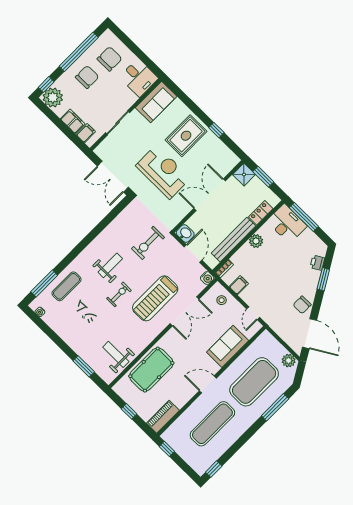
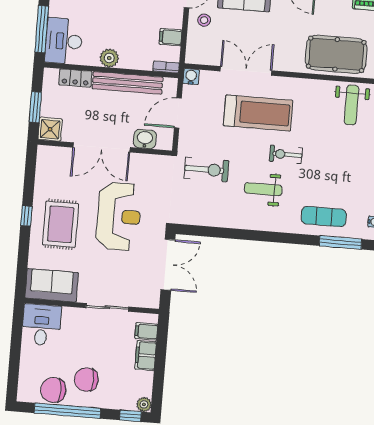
chair: (110, 59) -> (53, 390), moved
plant: (53, 97) -> (144, 404), width x0.53, depth x0.53
window: (216, 130) -> (26, 216), moved
rug: (186, 136) -> (61, 224), turned 90
reception desk: (163, 172) -> (119, 216), turned 180
washbasin: (185, 233) -> (145, 139), moved, turned 90
stool: (222, 300) -> (204, 20), moved

